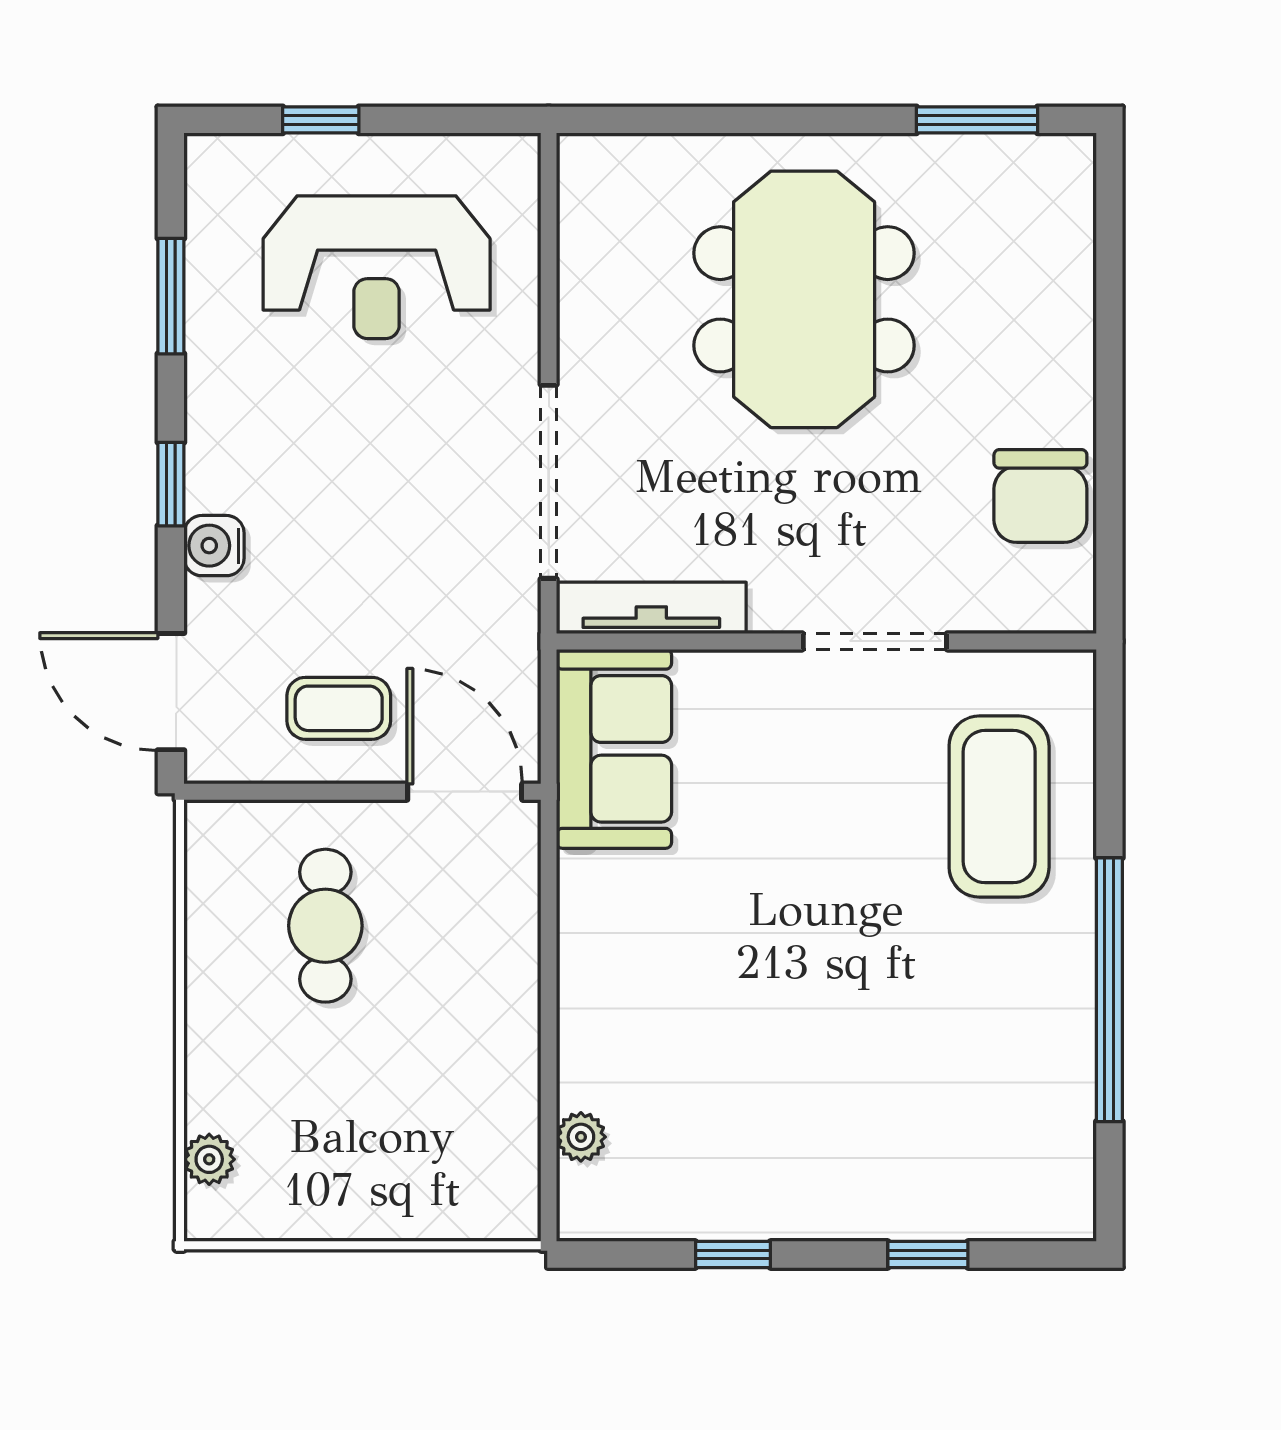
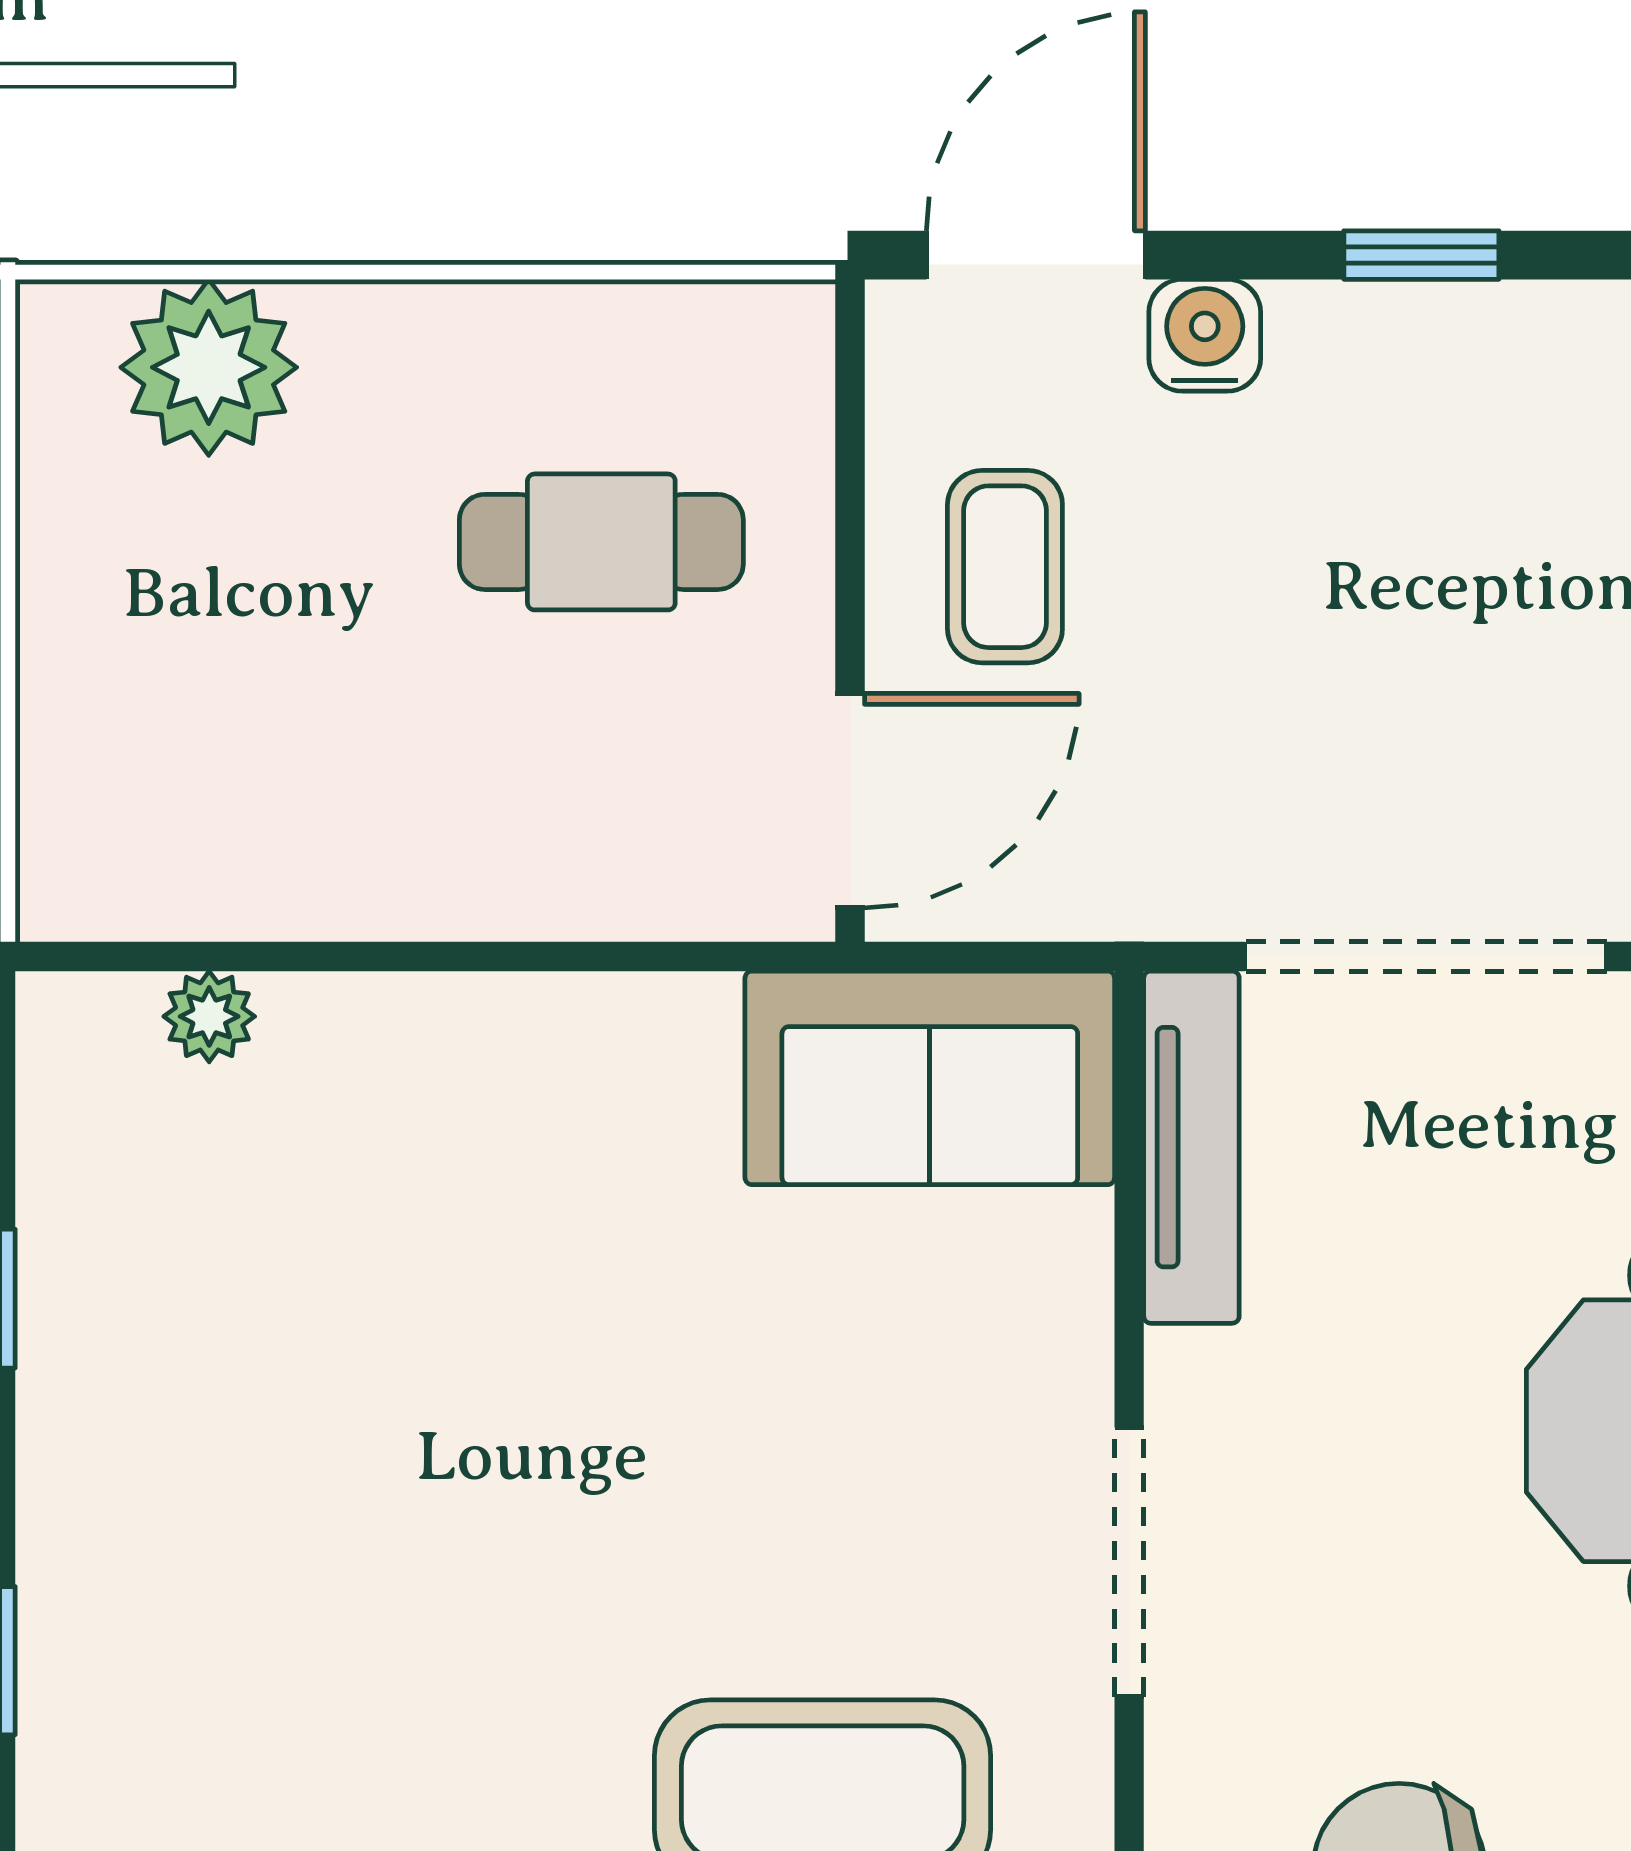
water cooler: (214, 546) -> (1205, 335), moved
plant: (209, 1159) -> (209, 367), width x1.87, depth x1.87

